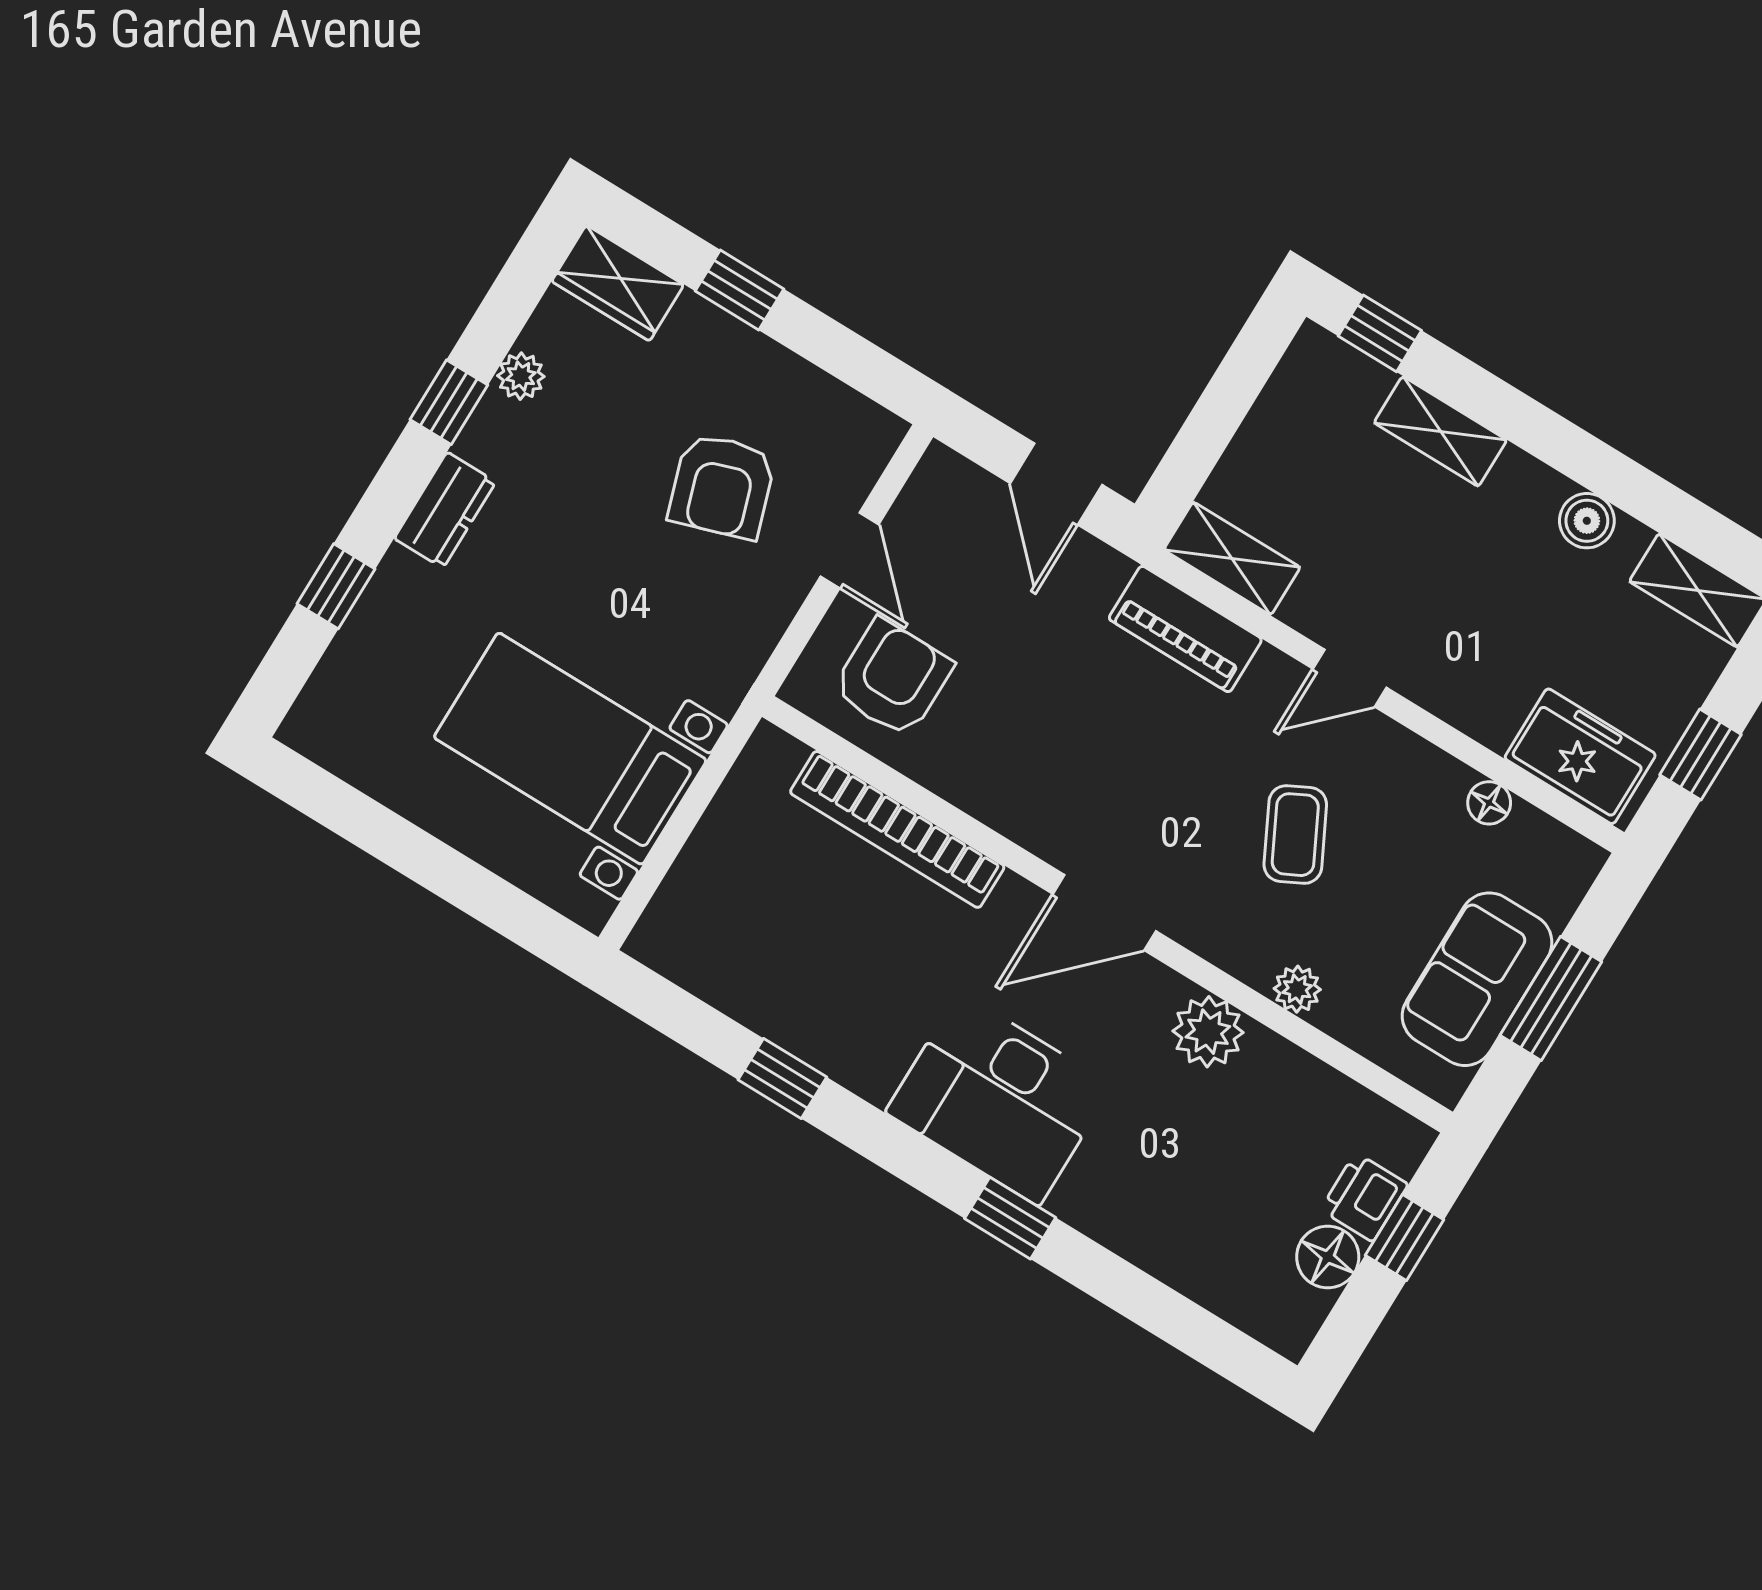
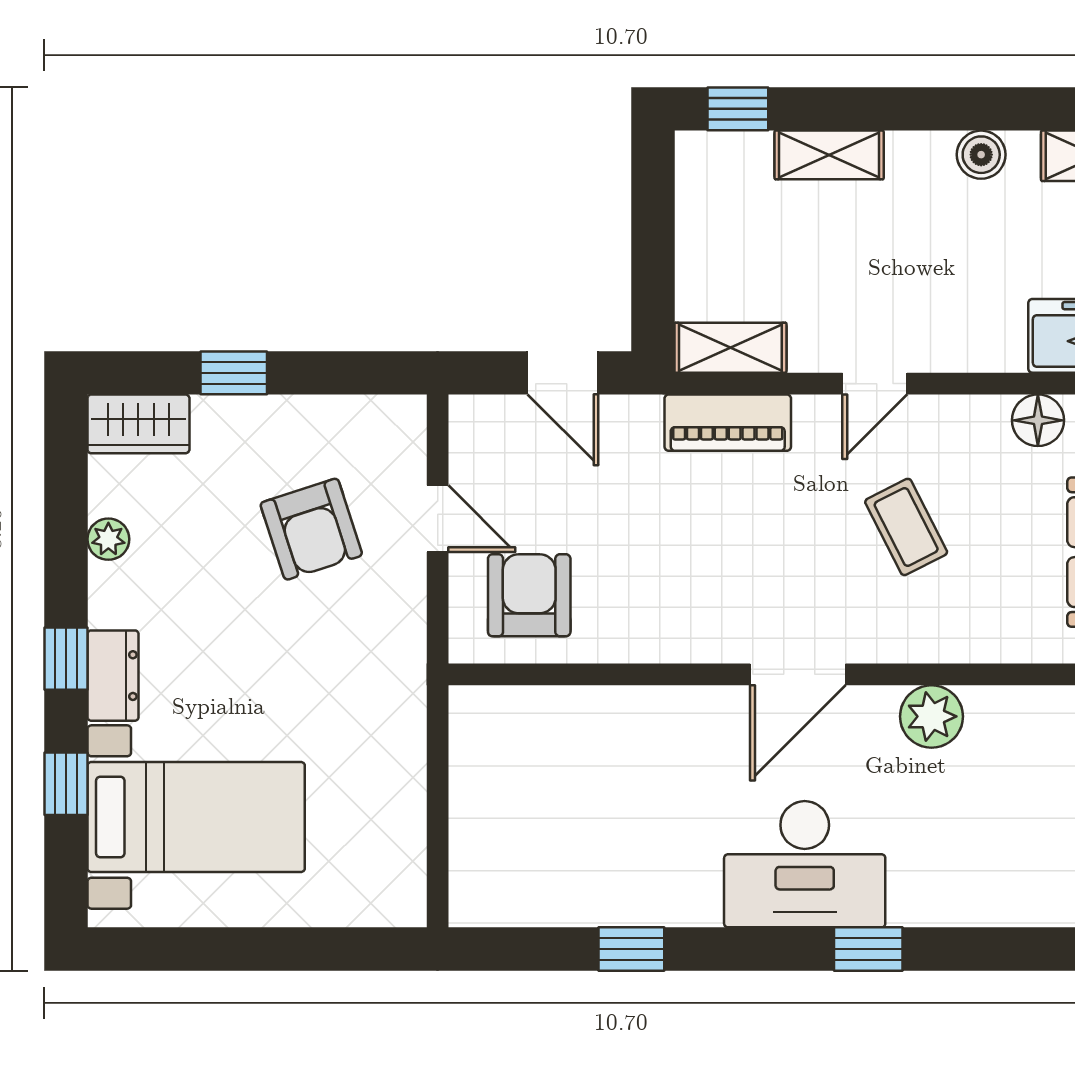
window: (449, 402) -> (66, 659), moved
bed with nightstands: (570, 749) -> (196, 817), moved, turned 180
floor lamp: (1489, 803) -> (1038, 420), width x1.37, depth x1.37
bookcase: (897, 829) -> (603, 708), removed
plant: (1297, 989) -> (979, 643), removed

